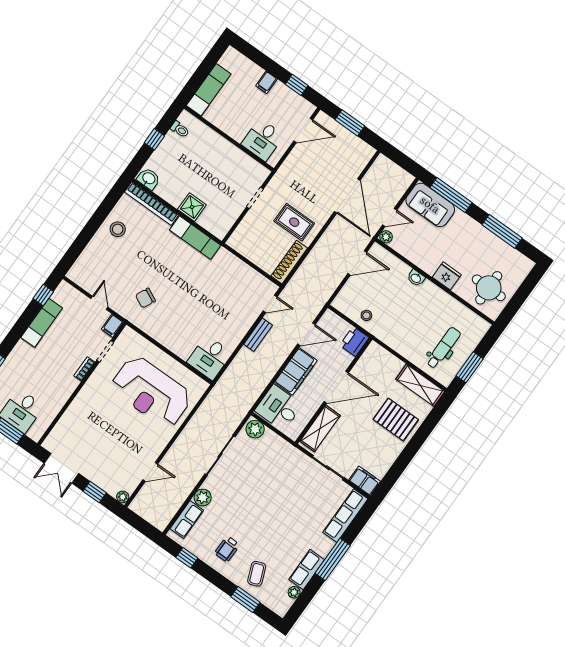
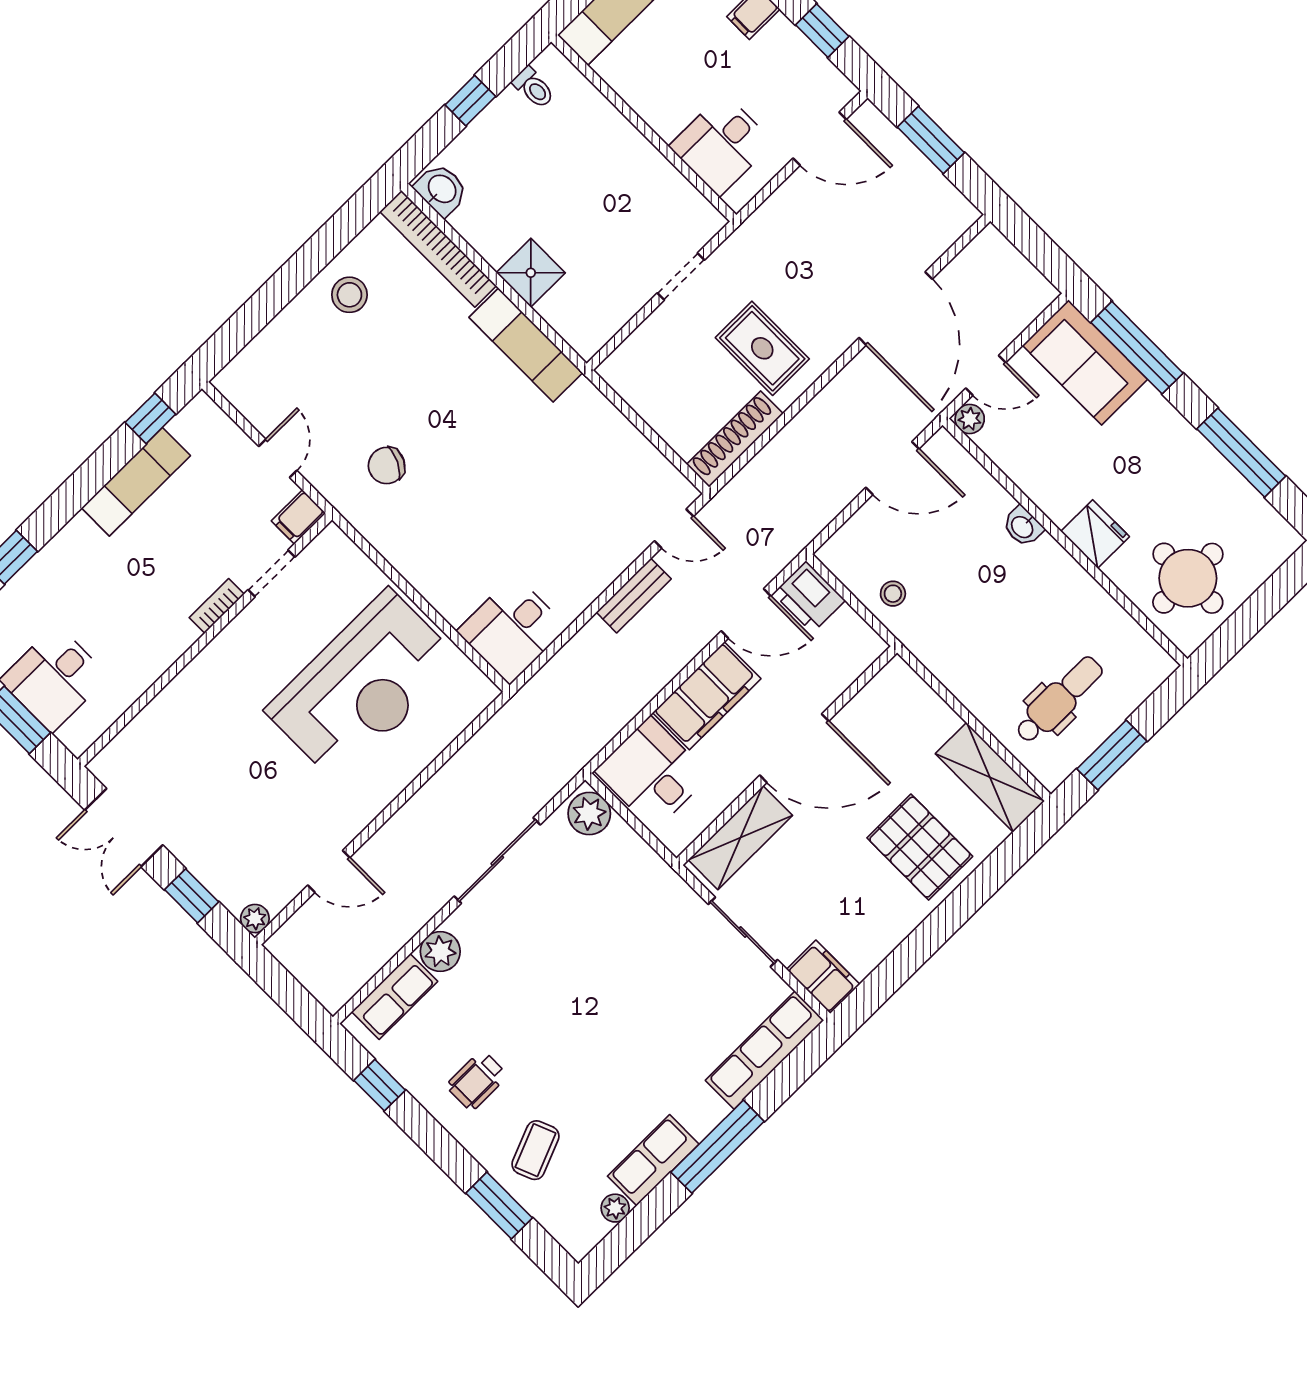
printer: (354, 341) -> (809, 597), moved, turned -90
reception desk: (151, 392) -> (363, 686), turned -90

